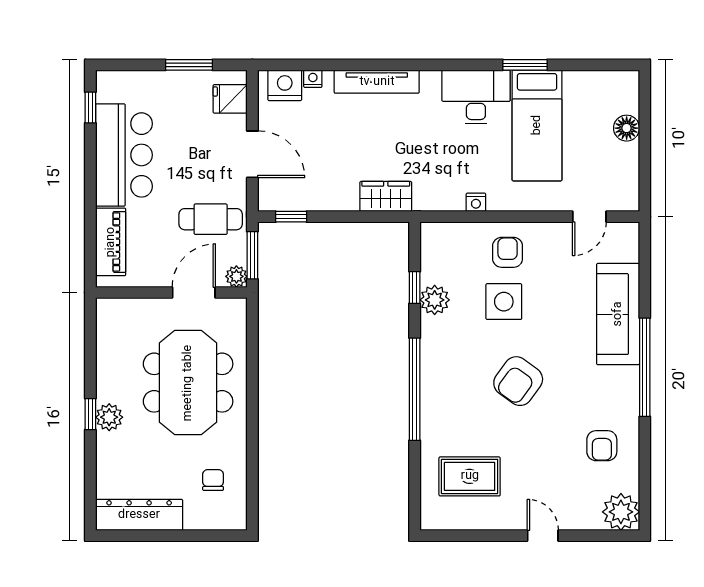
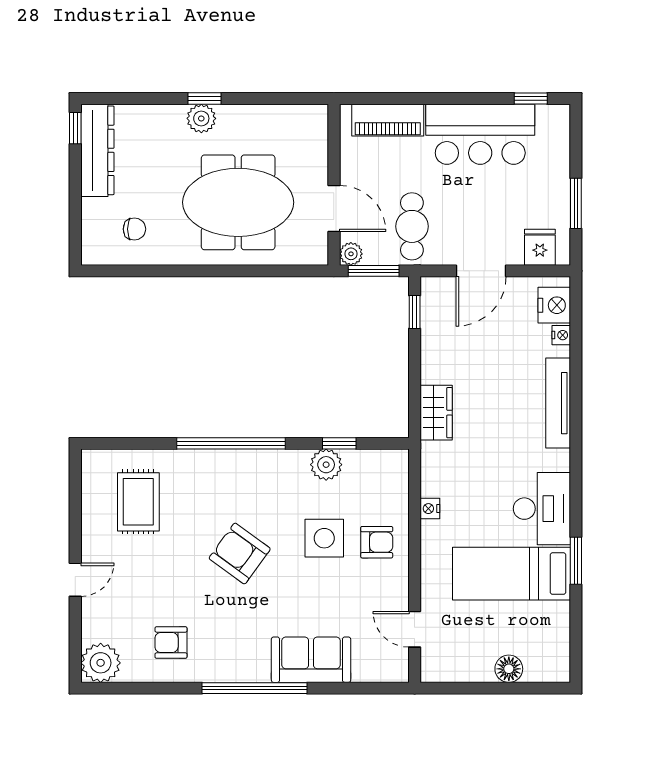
sofa: (618, 314) -> (311, 660), width x0.73
window: (118, 536) -> (75, 128), added

